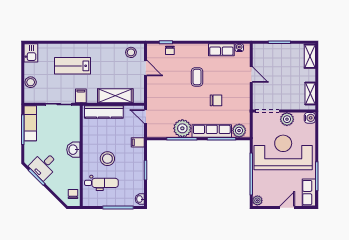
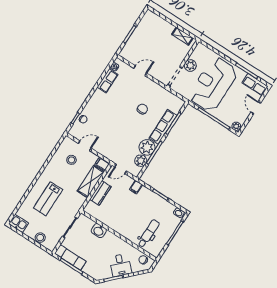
stool: (131, 52) -> (71, 160), moved
shelving: (310, 56) -> (155, 19), removed
coffee table: (197, 77) -> (116, 112), removed
filing cabinet: (81, 96) -> (102, 164), moved
kitchen counter: (104, 112) -> (100, 193), width x0.67
water cooler: (310, 118) -> (200, 48), removed
plant: (239, 131) -> (141, 161), moved
washbasin: (73, 150) -> (99, 231), moved
stool: (107, 159) -> (134, 217), removed
desk: (44, 166) -> (120, 265), moved

